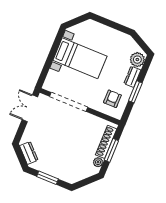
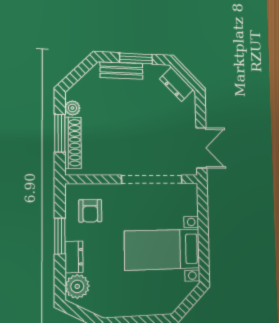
bench: (60, 174) -> (121, 71), added

